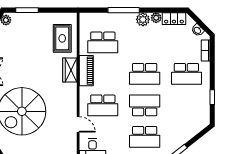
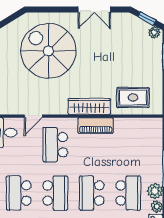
school desk: (103, 42) -> (128, 193), moved, turned 180
wardrobe: (70, 70) -> (89, 106), width x1.50

